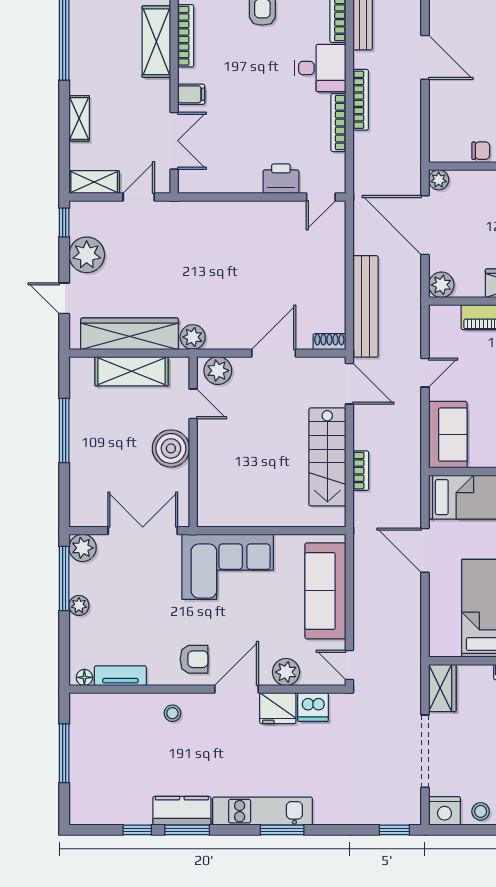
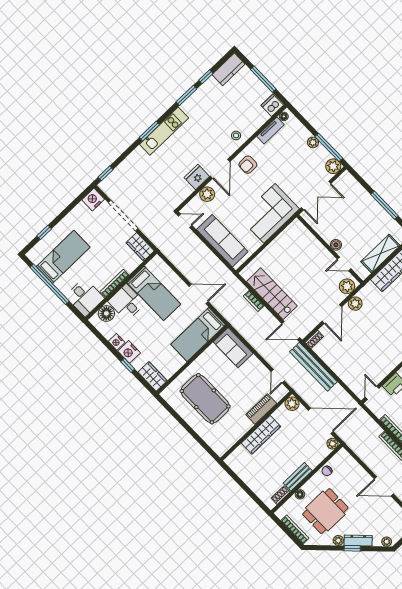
plant: (193, 337) -> (355, 304), moved
door: (425, 373) -> (278, 376), moved
boiler: (171, 448) -> (336, 245), width x0.54, depth x0.54
dishwasher: (313, 707) -> (272, 105), moved
kitchen counter: (182, 811) -> (229, 69), moved
stool: (481, 811) -> (79, 213), removed

